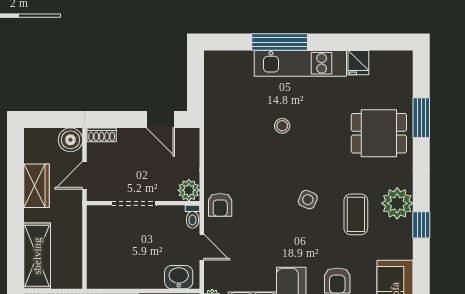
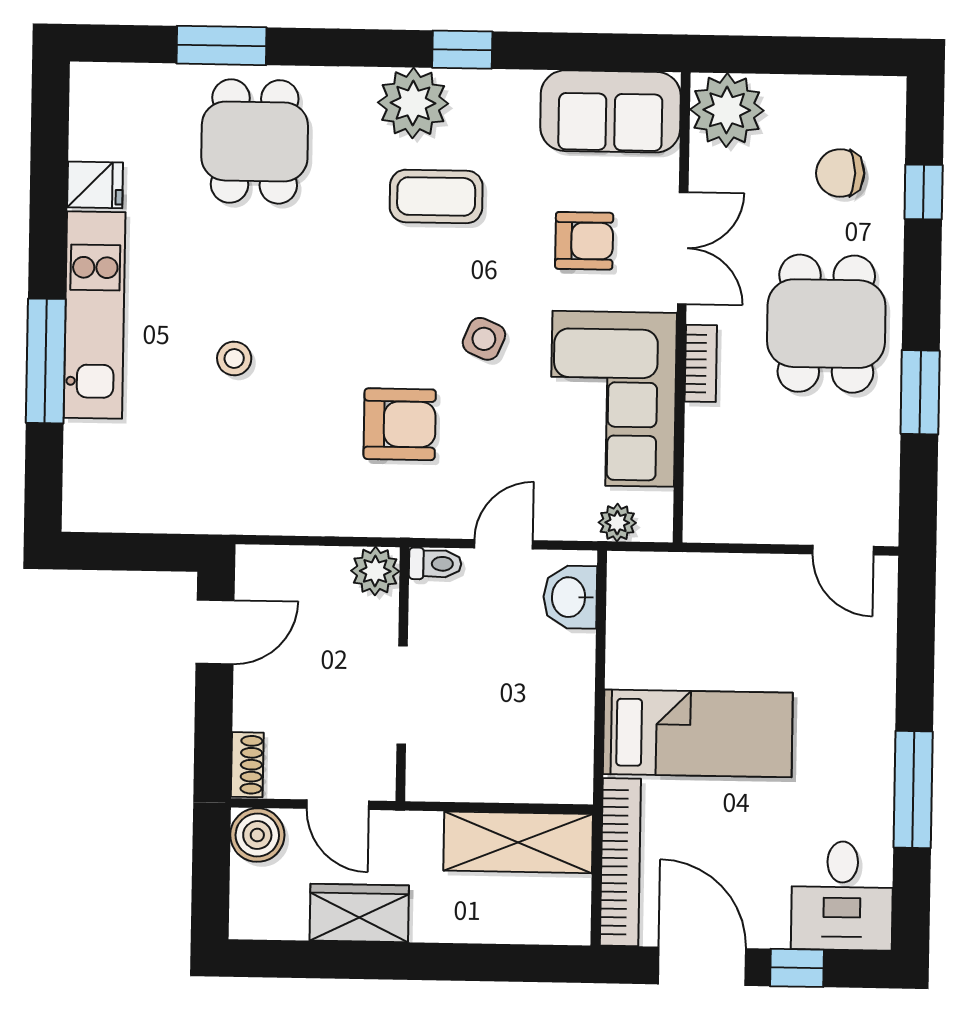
side table: (308, 200) -> (484, 339), moved
armchair: (220, 205) -> (400, 424), moved, width x1.38, depth x1.38
shelving: (37, 256) -> (518, 842), moved

